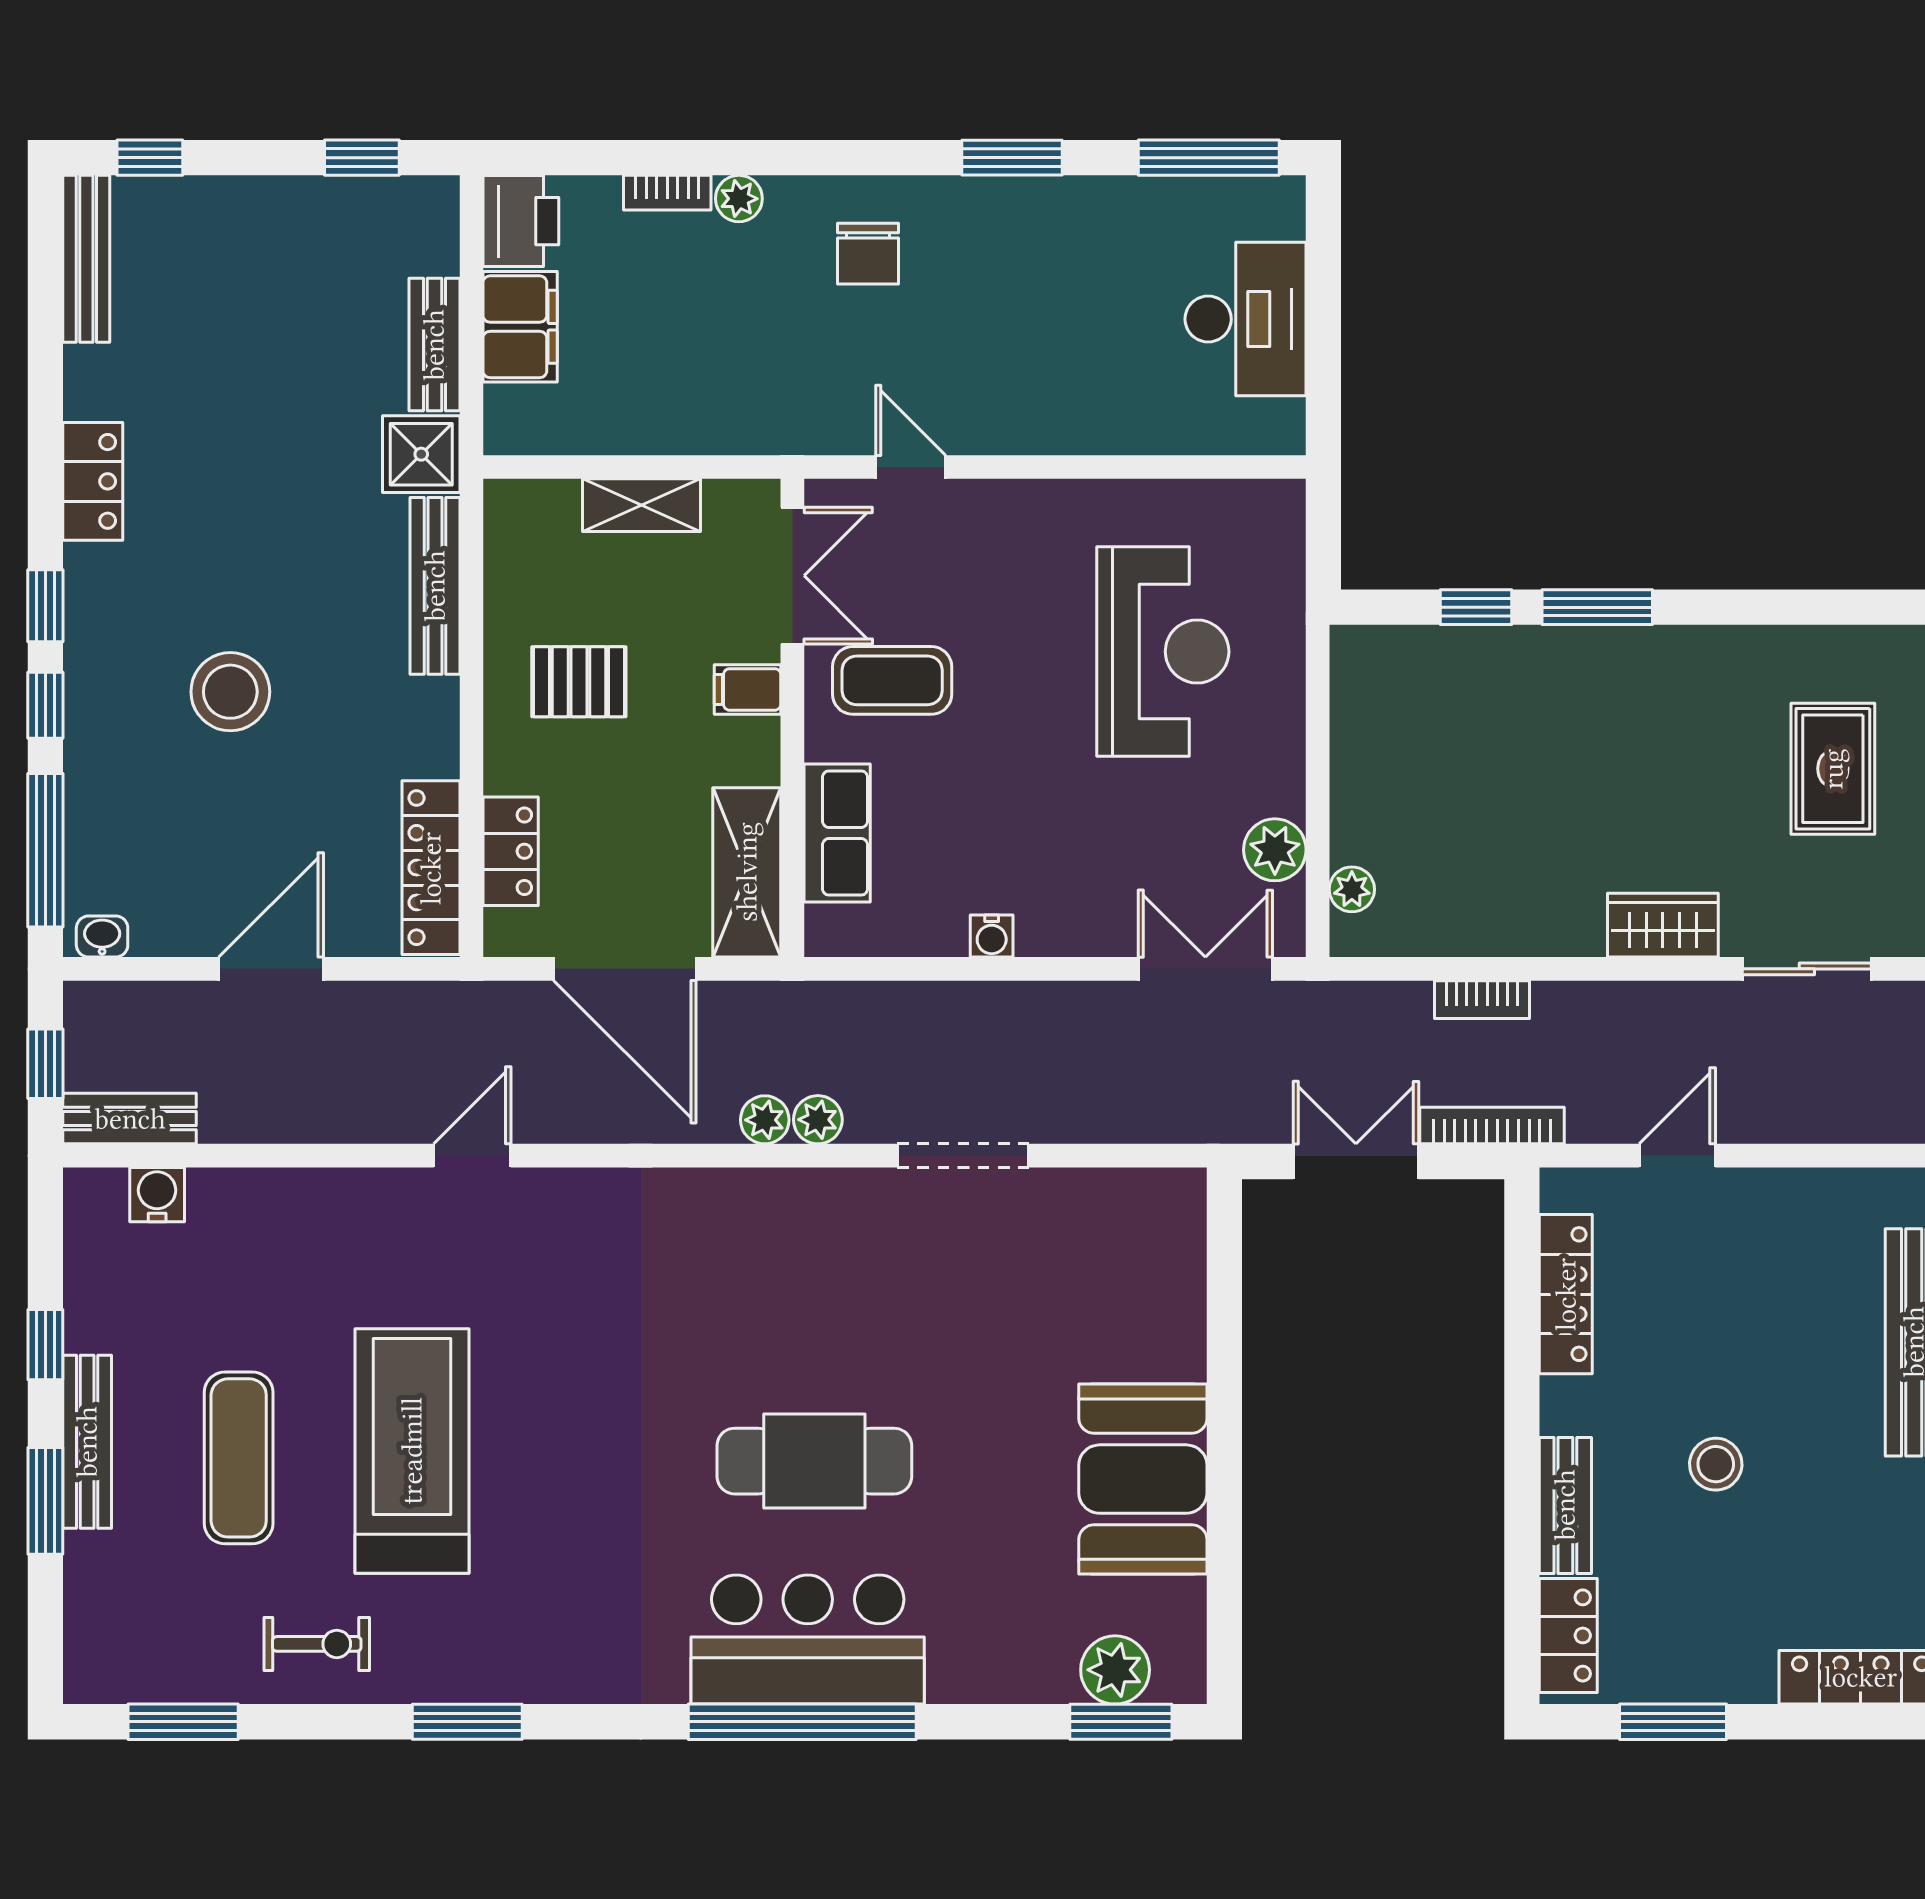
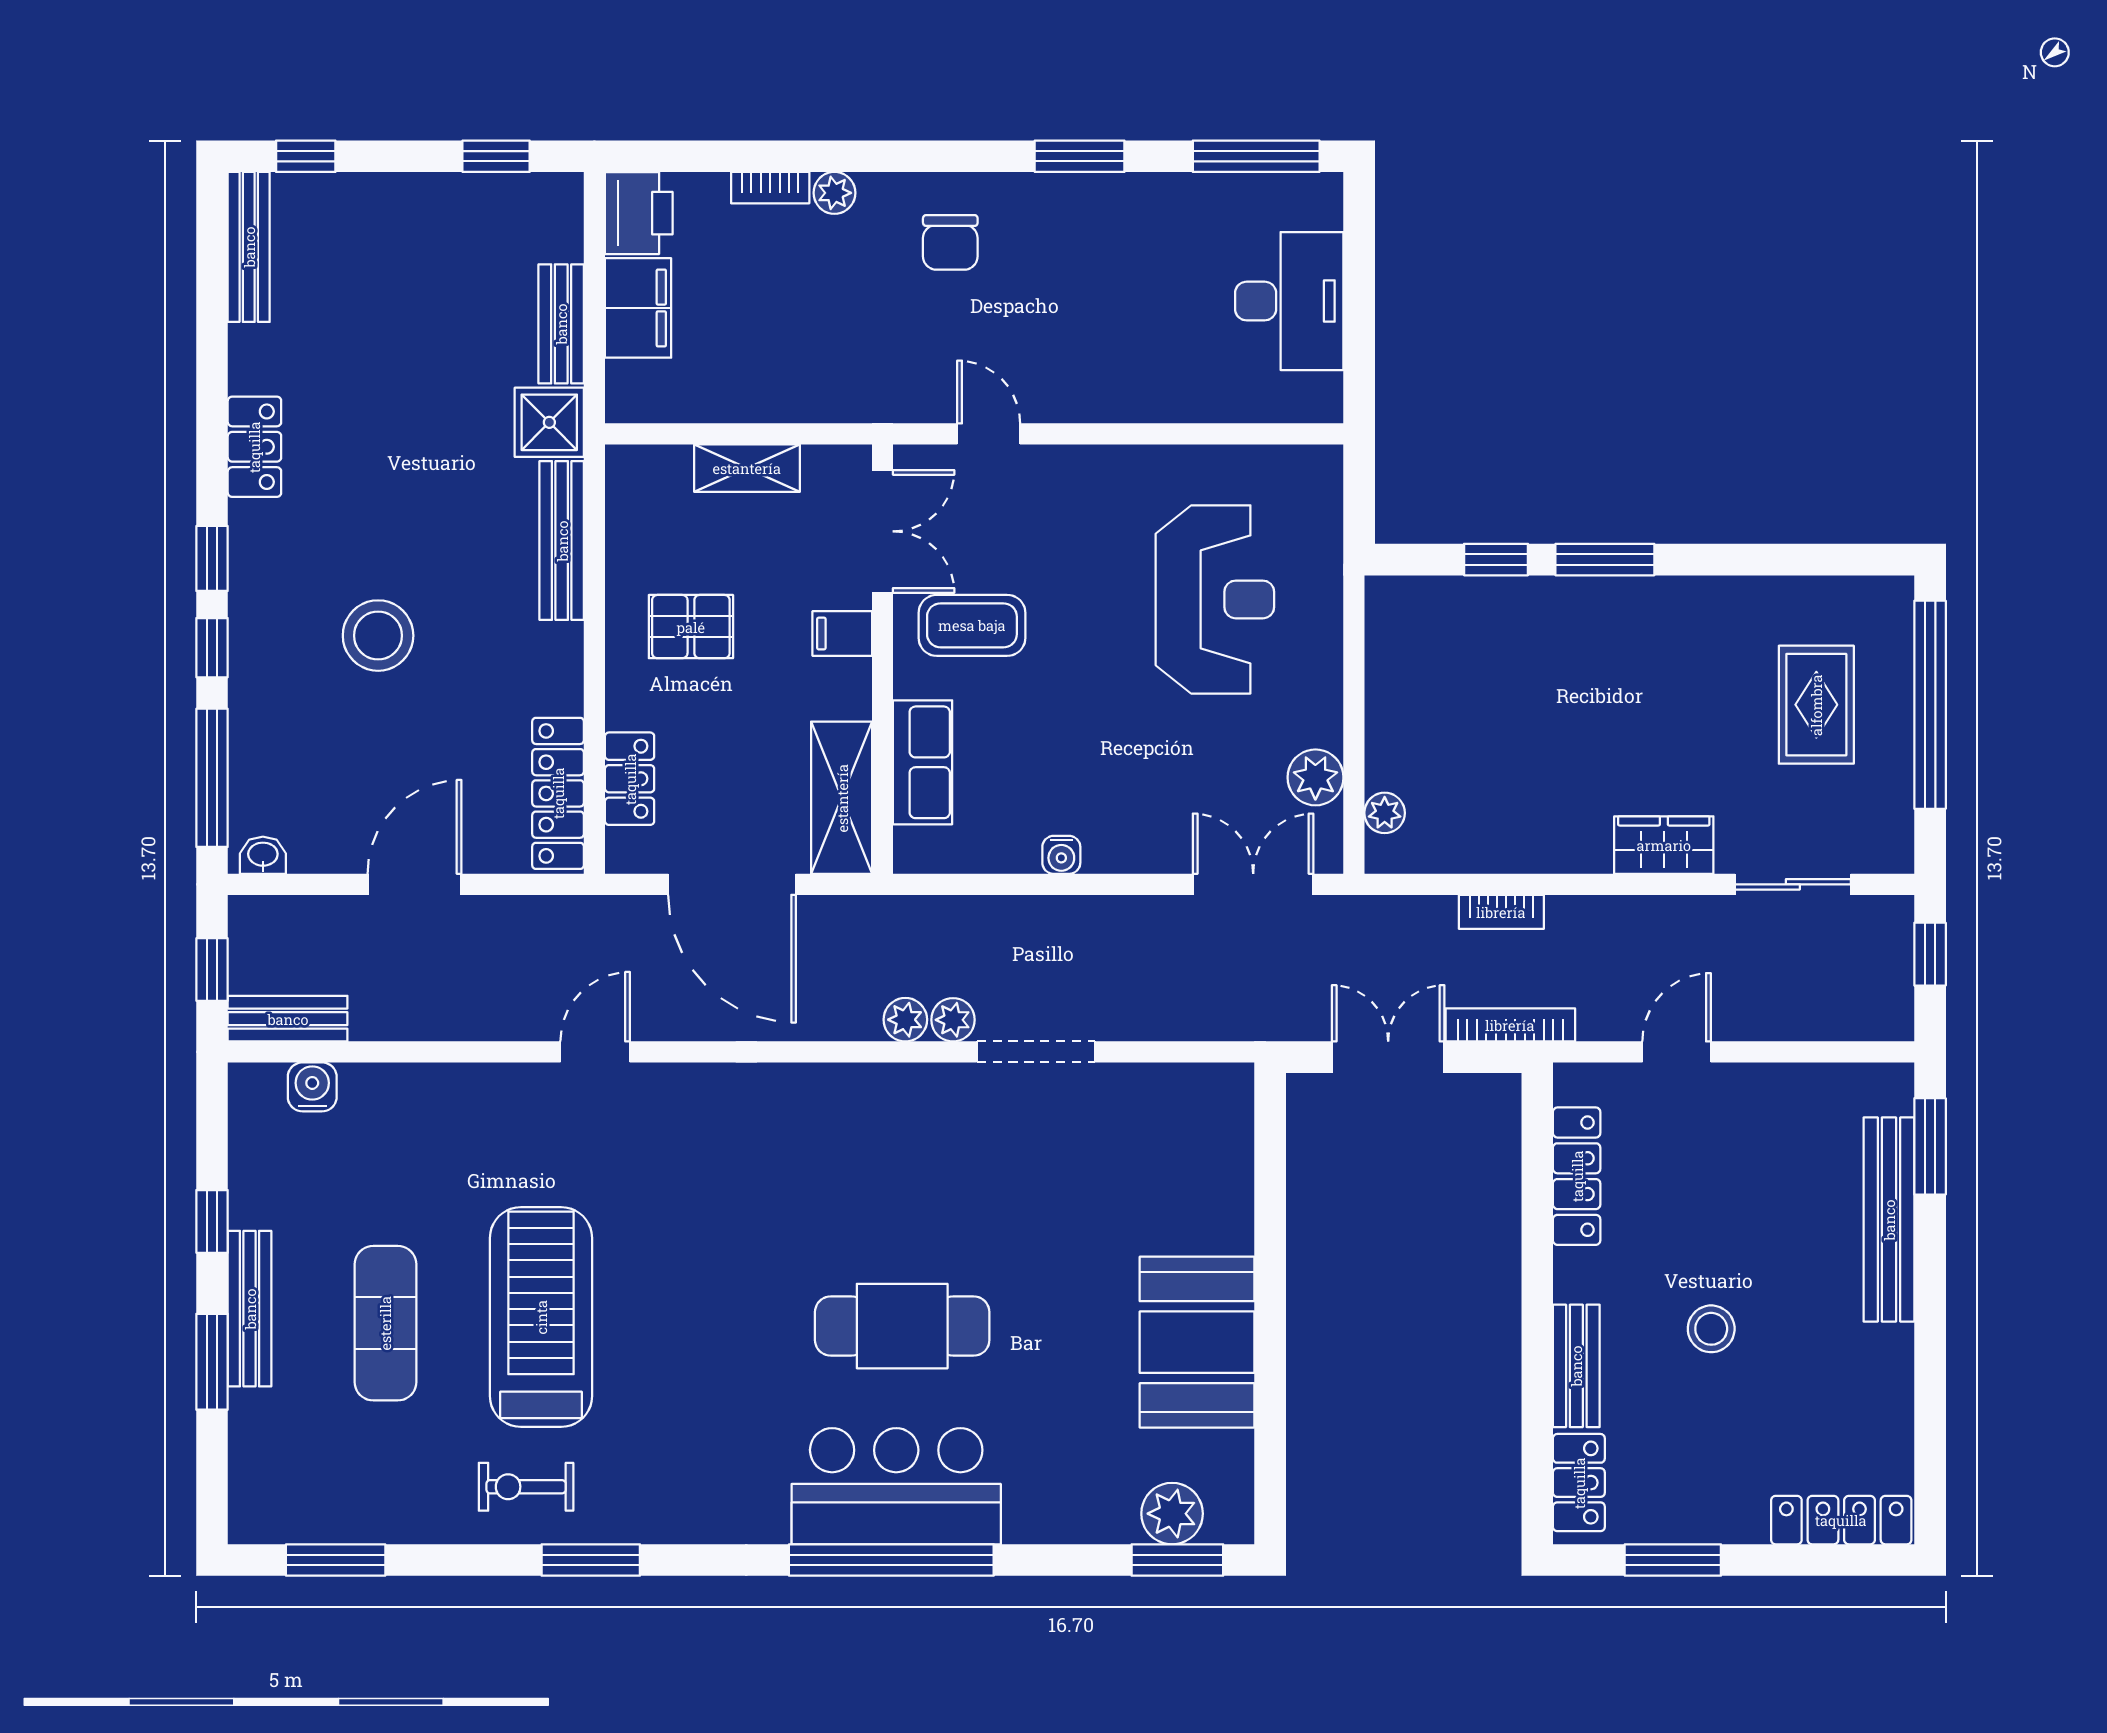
plant: (765, 1120) -> (953, 1020), moved
exercise bike: (317, 1644) -> (526, 1487), moved, turned 180

